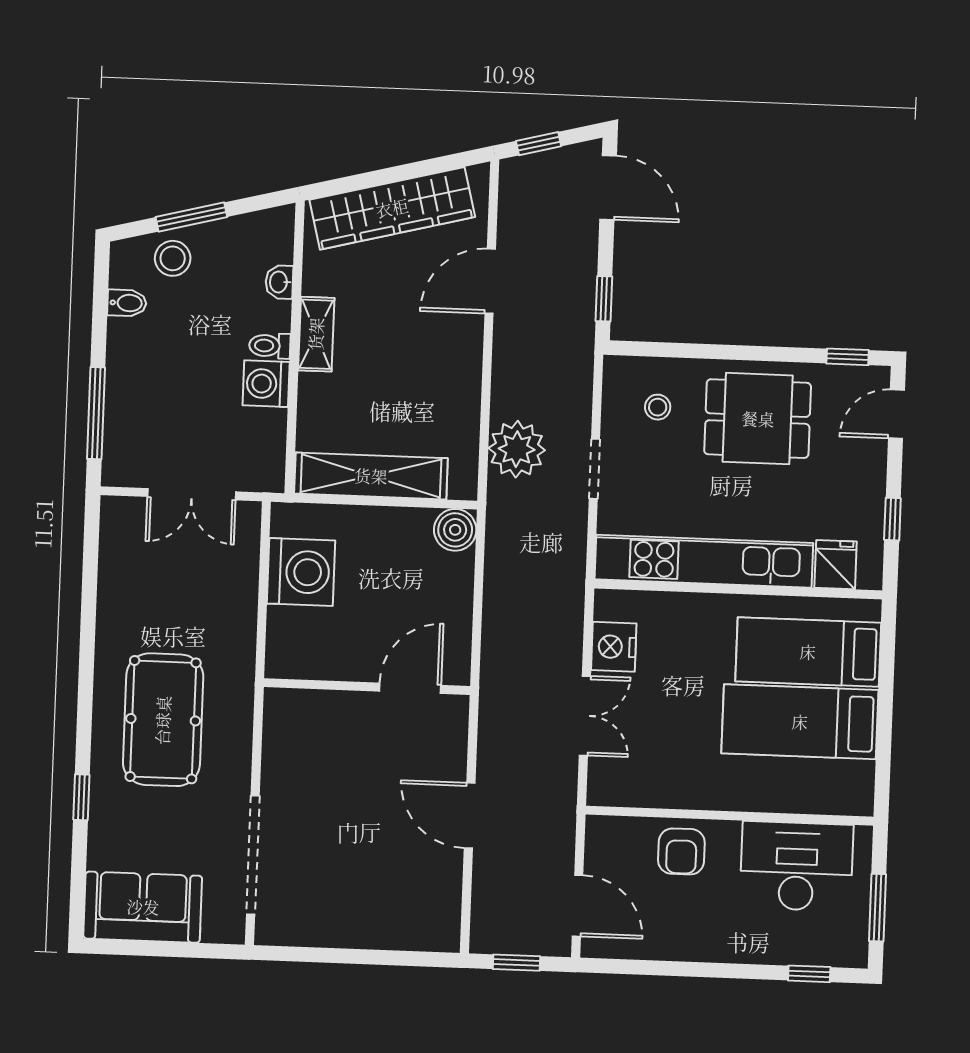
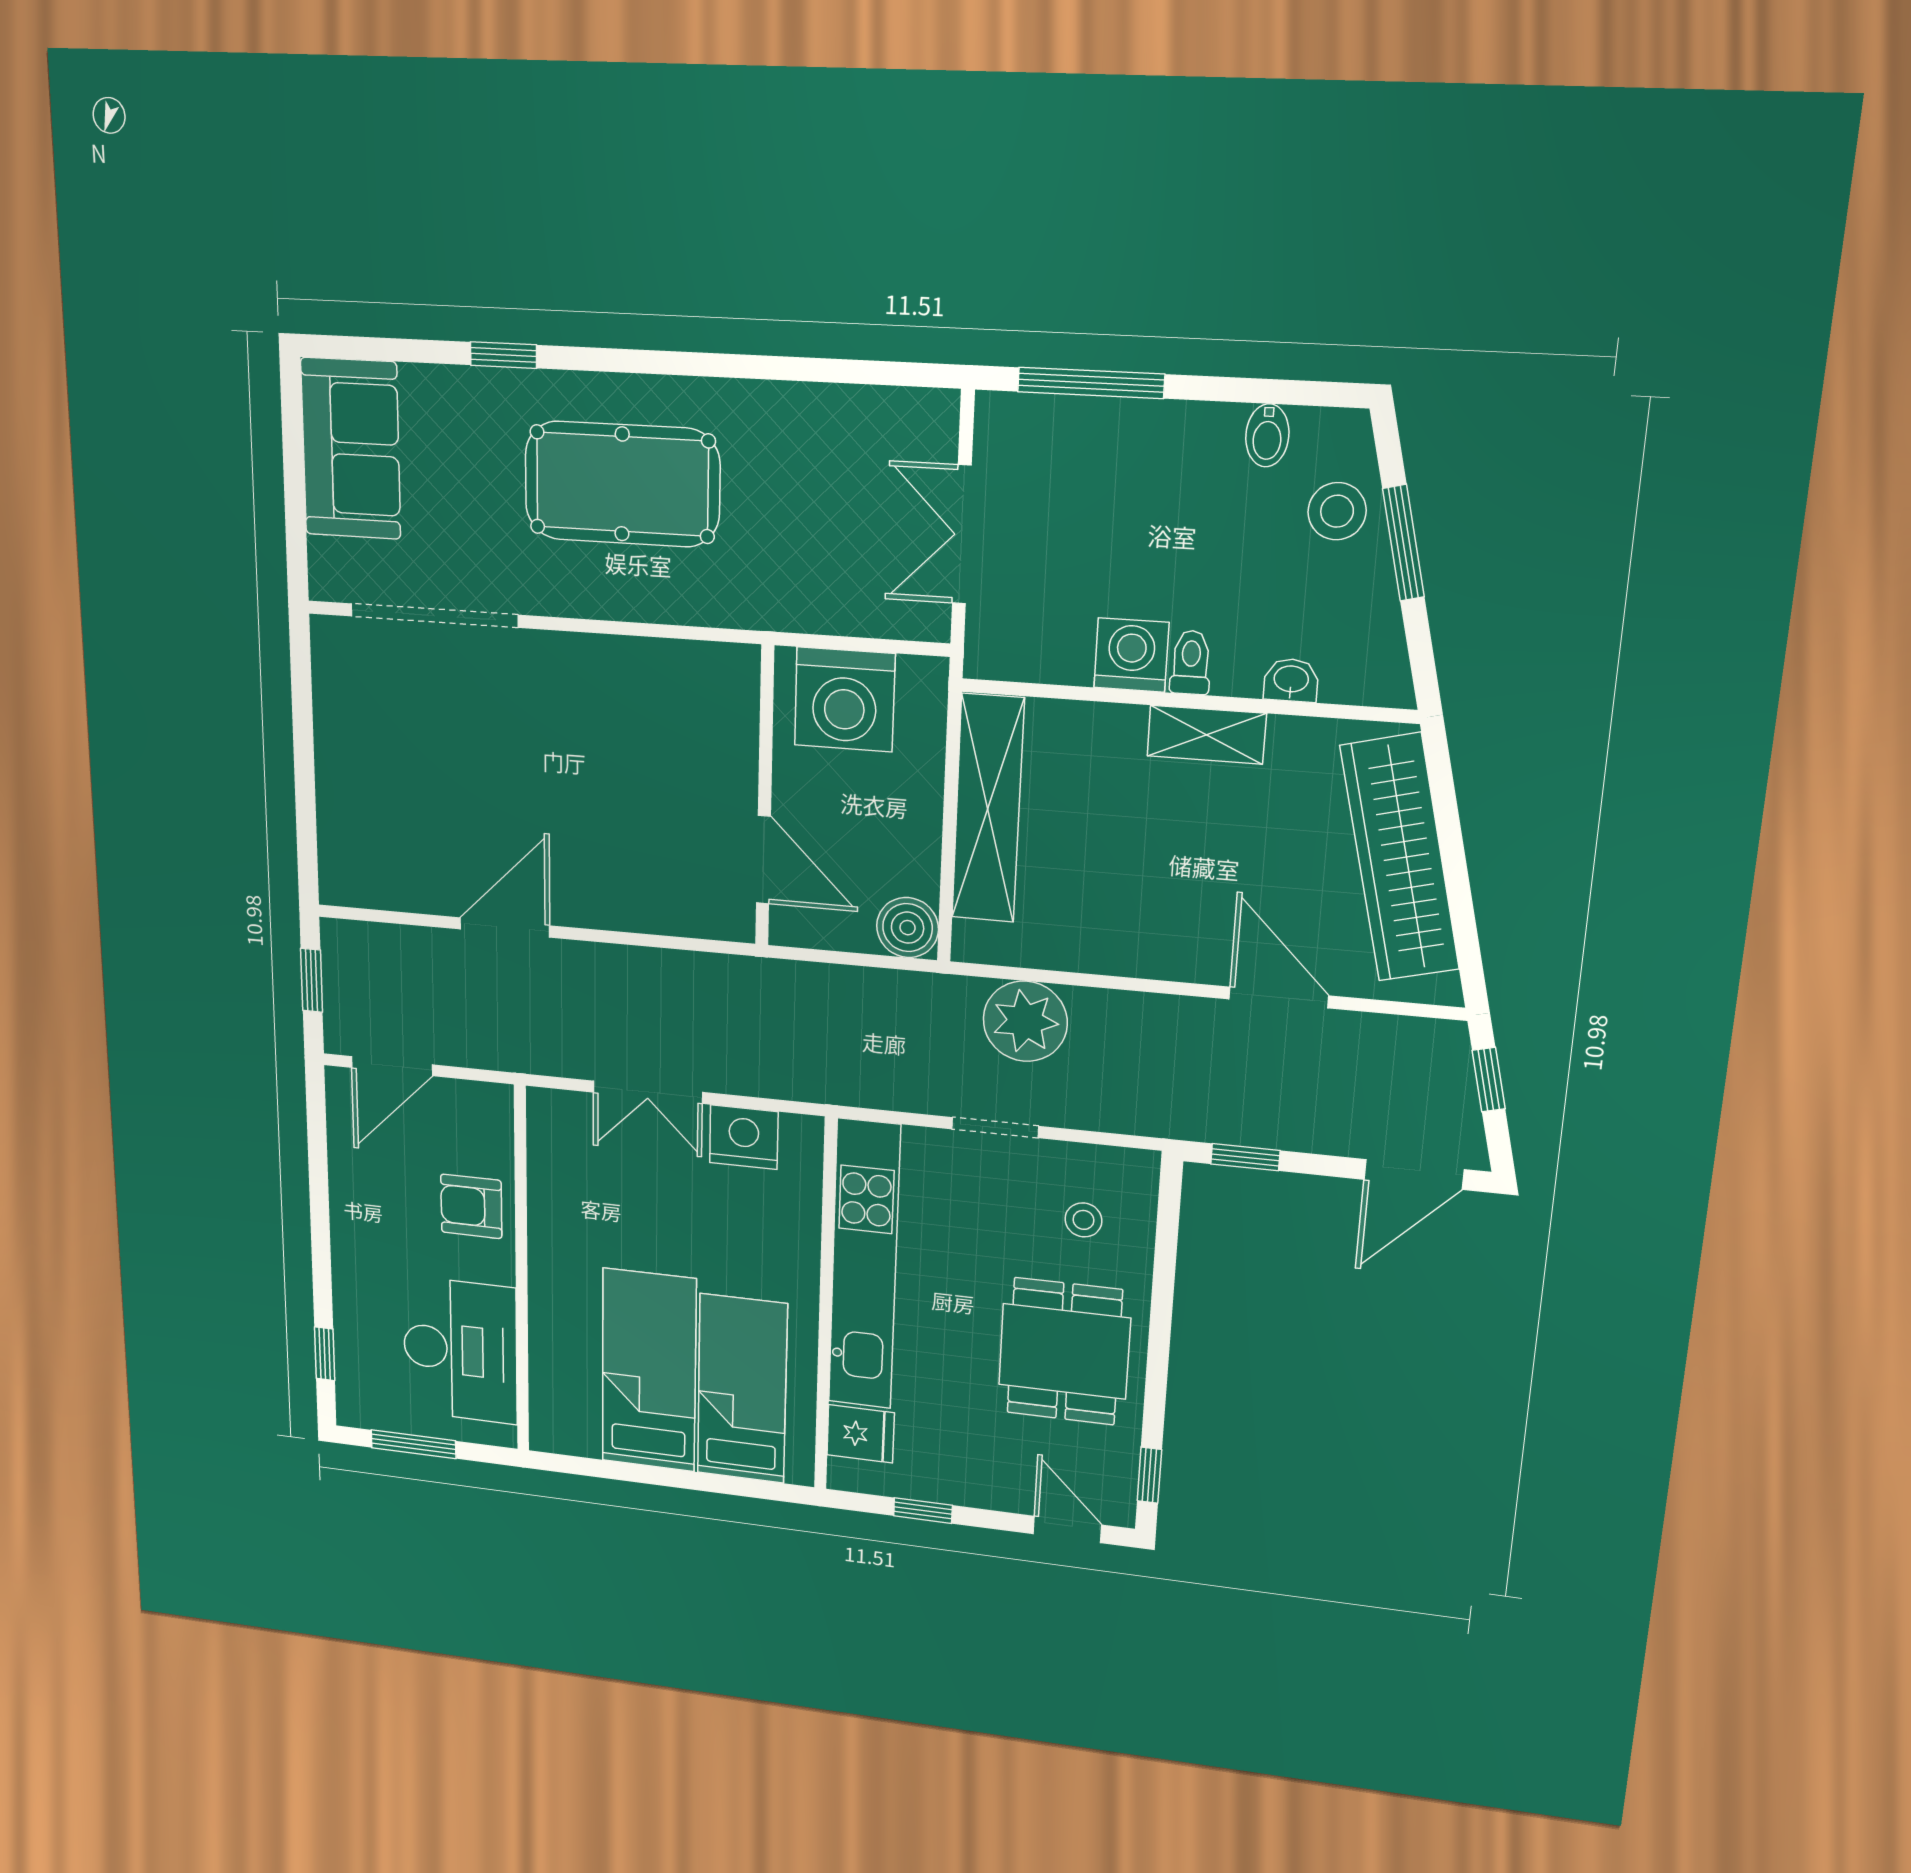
wall: (367, 687) -> (765, 797), moved
door: (410, 688) -> (763, 860), moved

